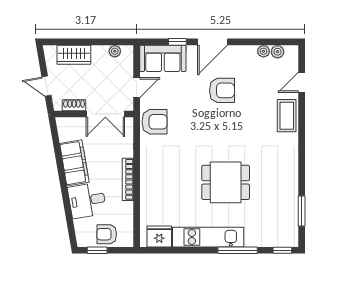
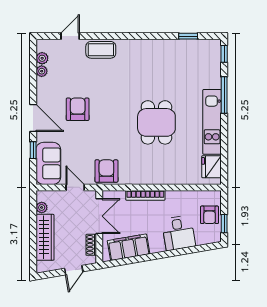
wardrobe: (74, 55) -> (45, 237), width x1.50
door: (302, 82) -> (70, 36), swing flipped
filing cabinet: (74, 163) -> (129, 247), moved
bookcase: (128, 179) -> (145, 195), moved
dining table: (226, 182) -> (156, 122), moved
window: (302, 211) -> (188, 36), width x0.67

